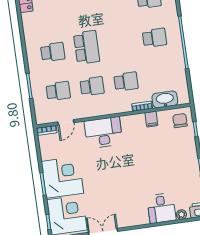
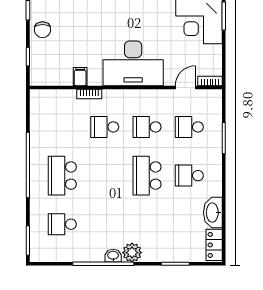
school desk: (154, 38) -> (62, 176), width x1.85
washbasin: (165, 99) -> (213, 213), moved, turned 90
chair: (180, 121) -> (42, 30), moved
desk: (103, 133) -> (133, 63), width x1.36, depth x1.30

